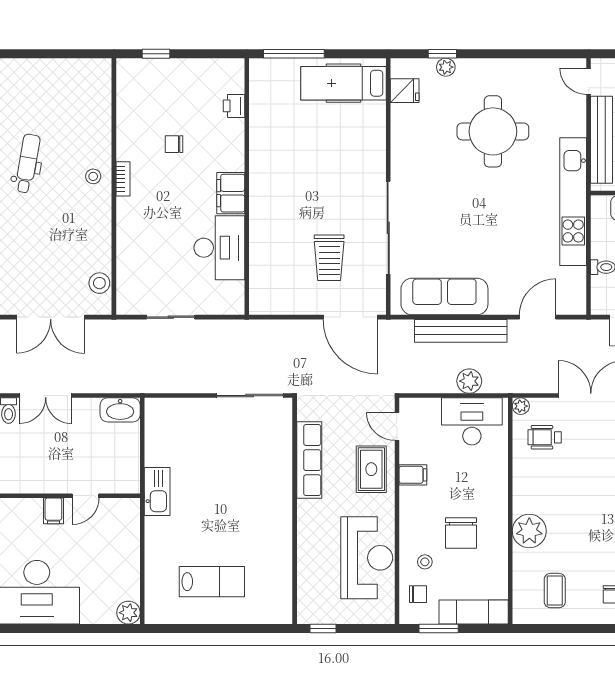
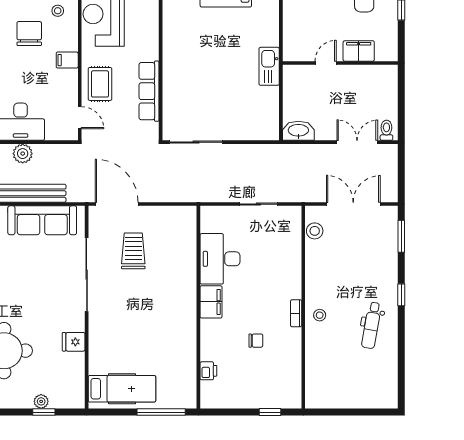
fridge: (405, 91) -> (74, 342), moved
filing cabinet: (413, 475) -> (67, 60), moved
filing cabinet: (53, 511) -> (359, 51), width x2.00

